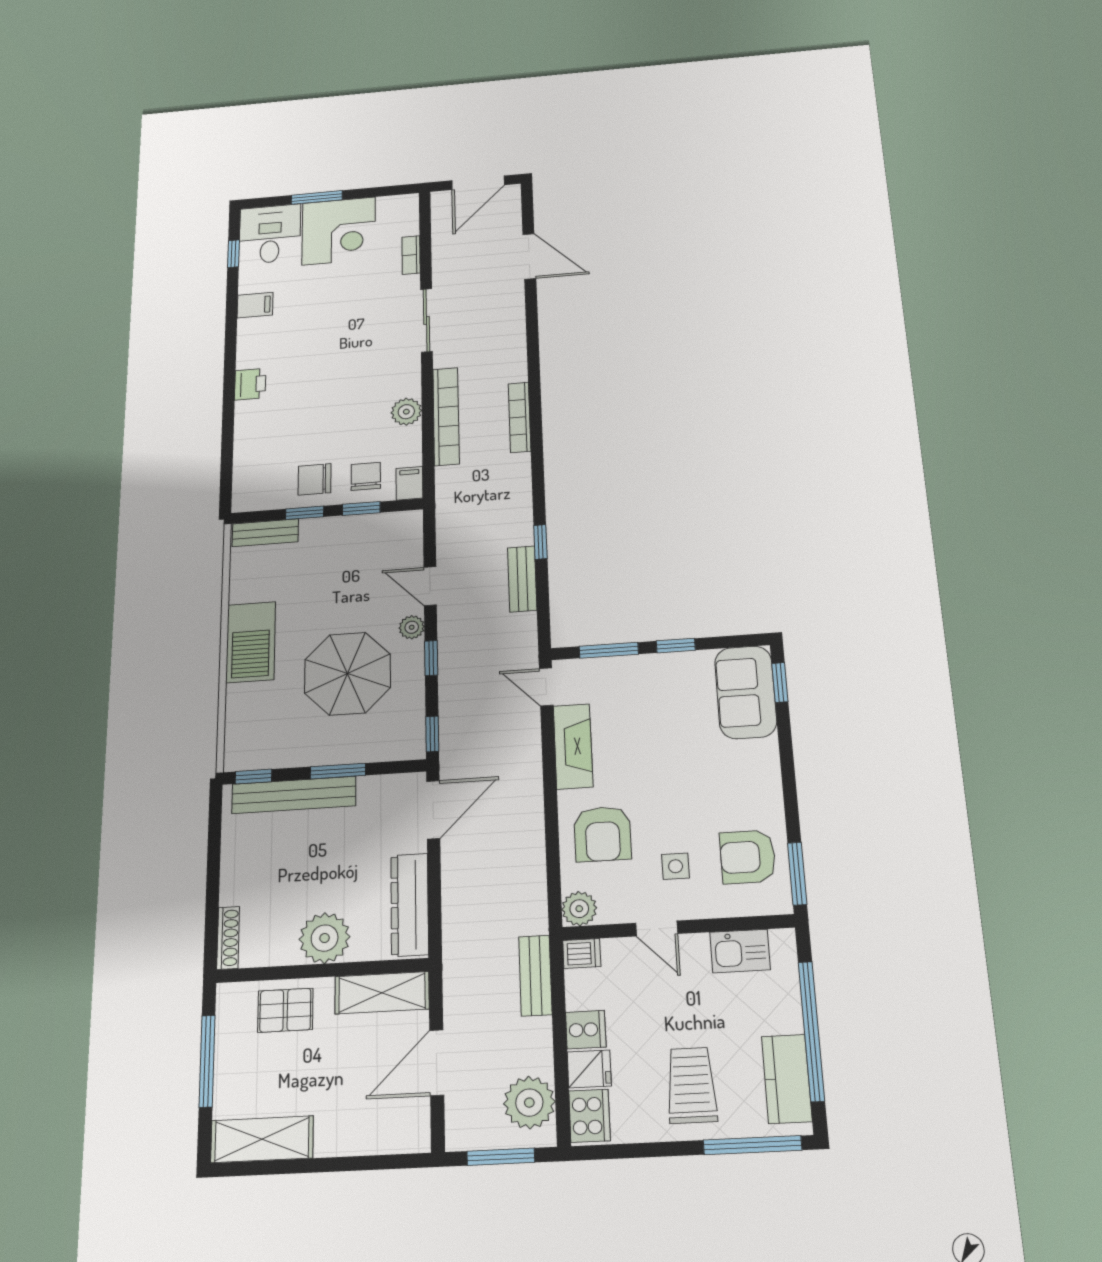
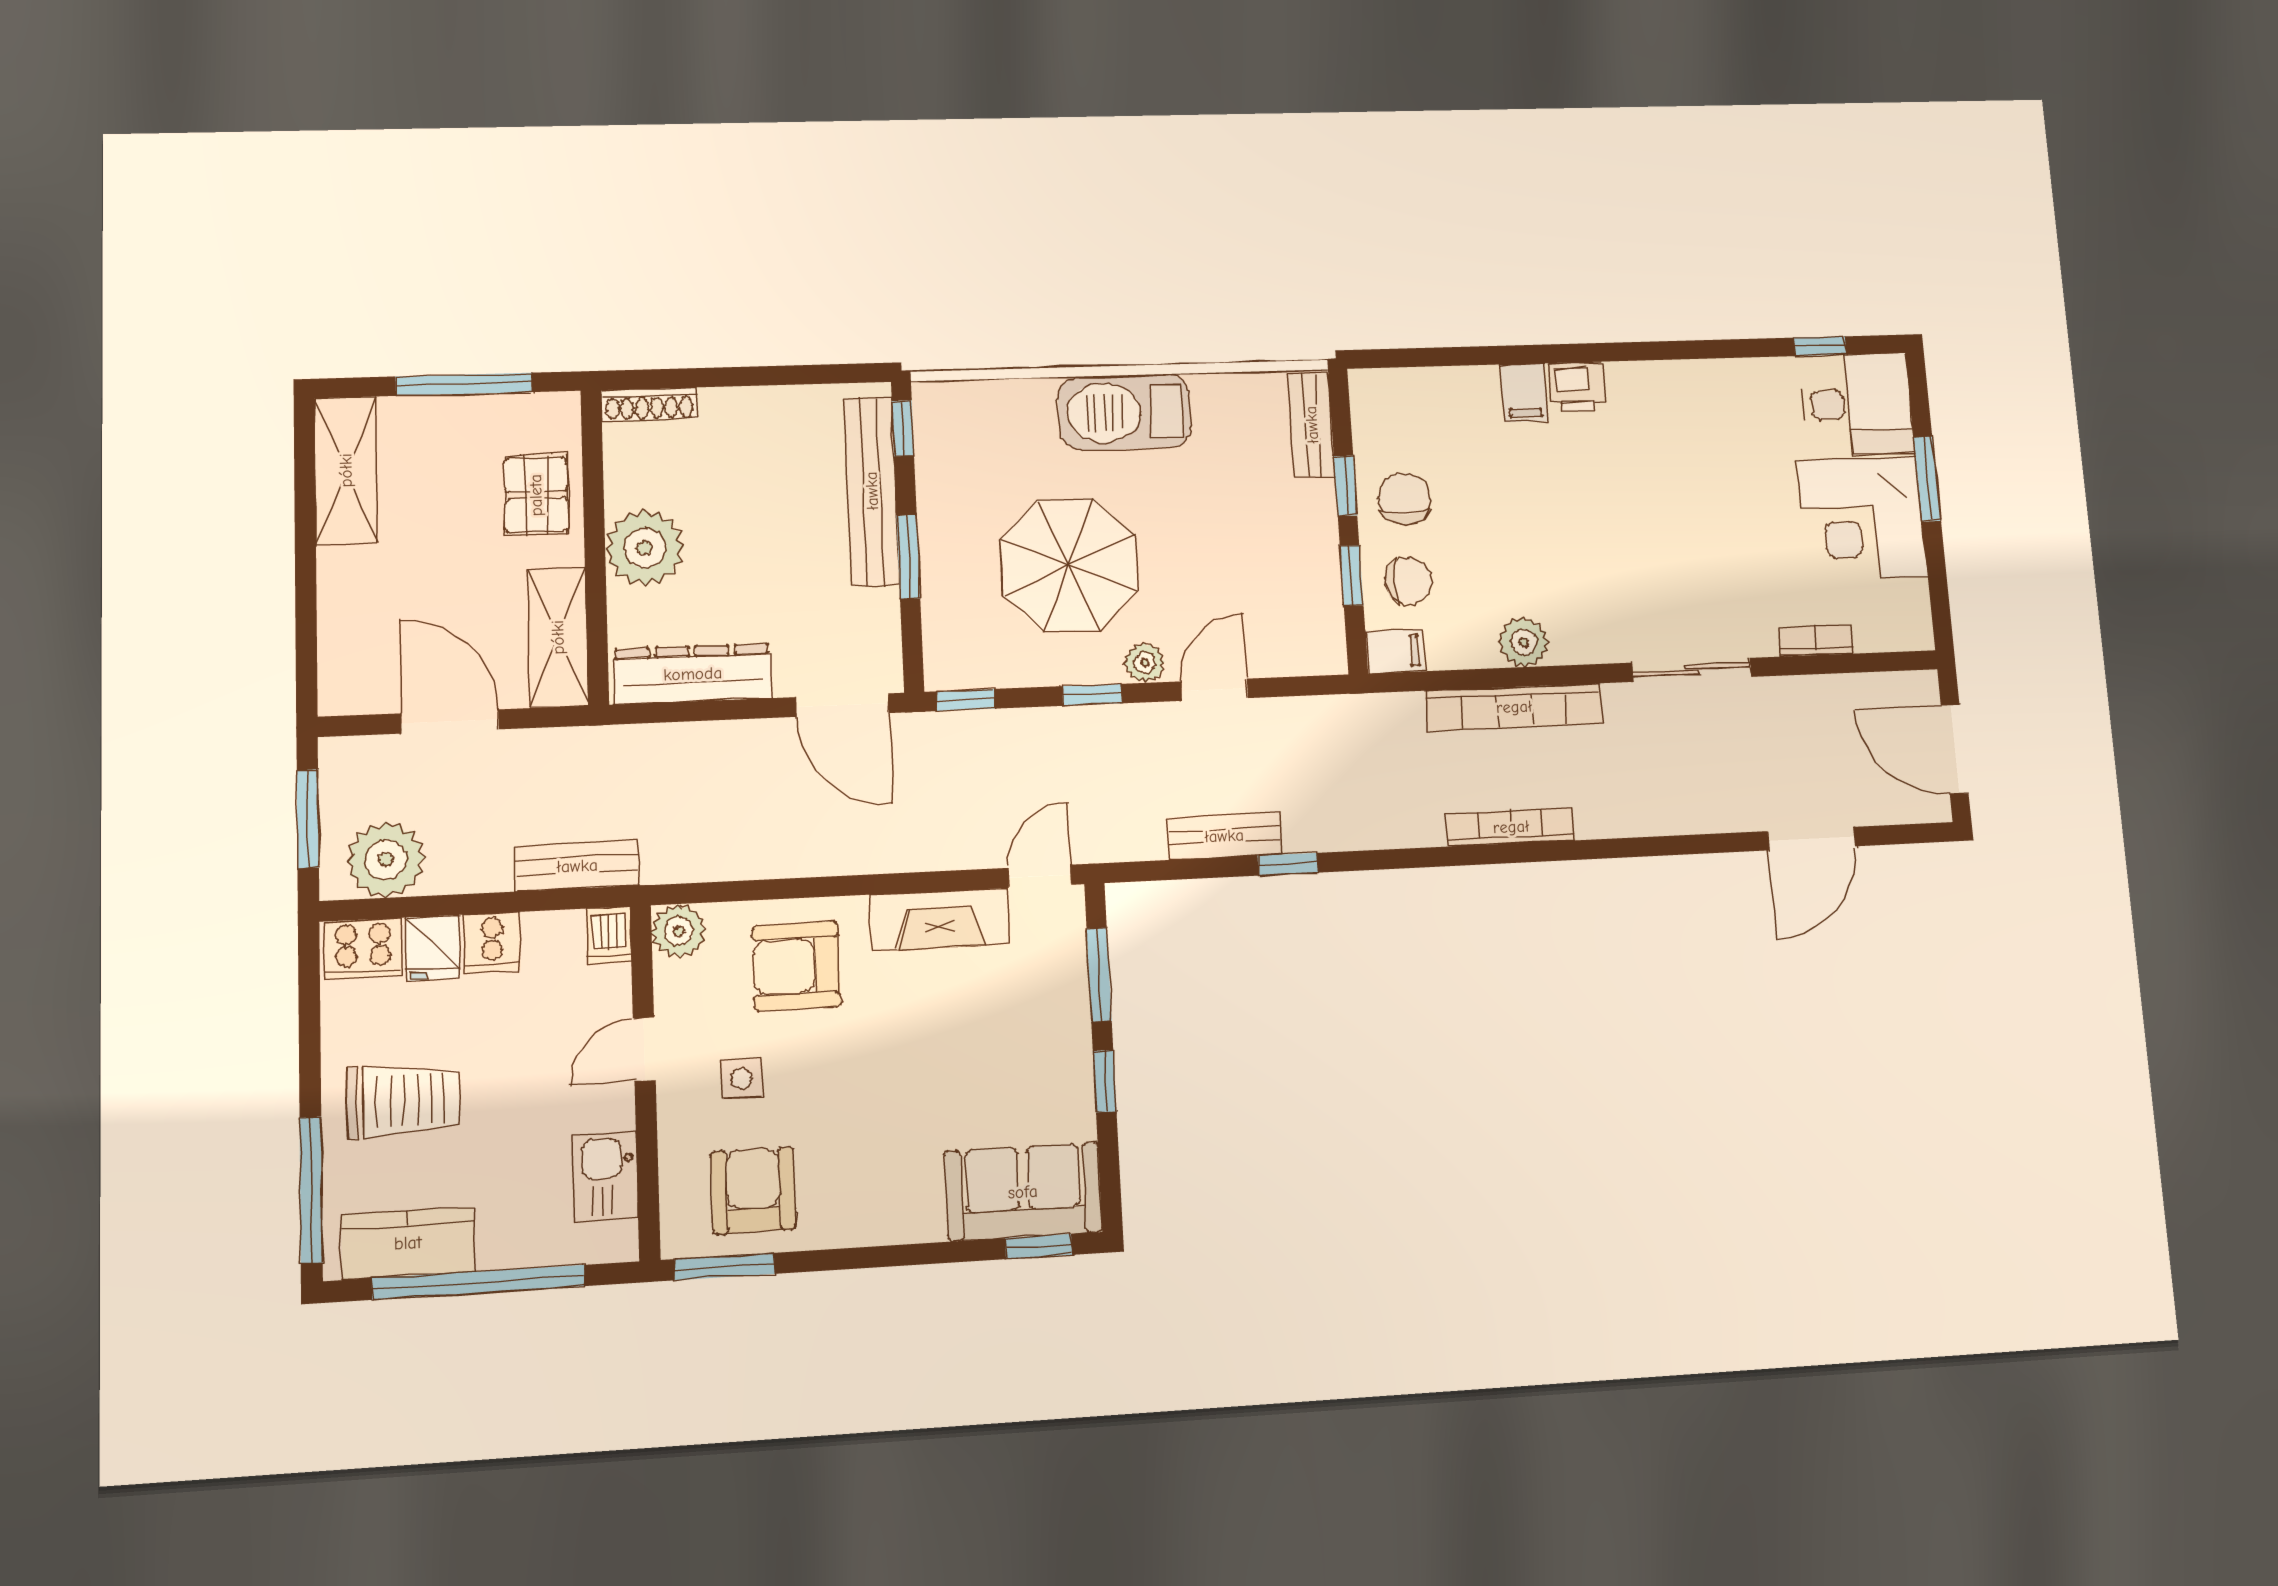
filing cabinet: (255, 305) -> (1524, 393), moved

